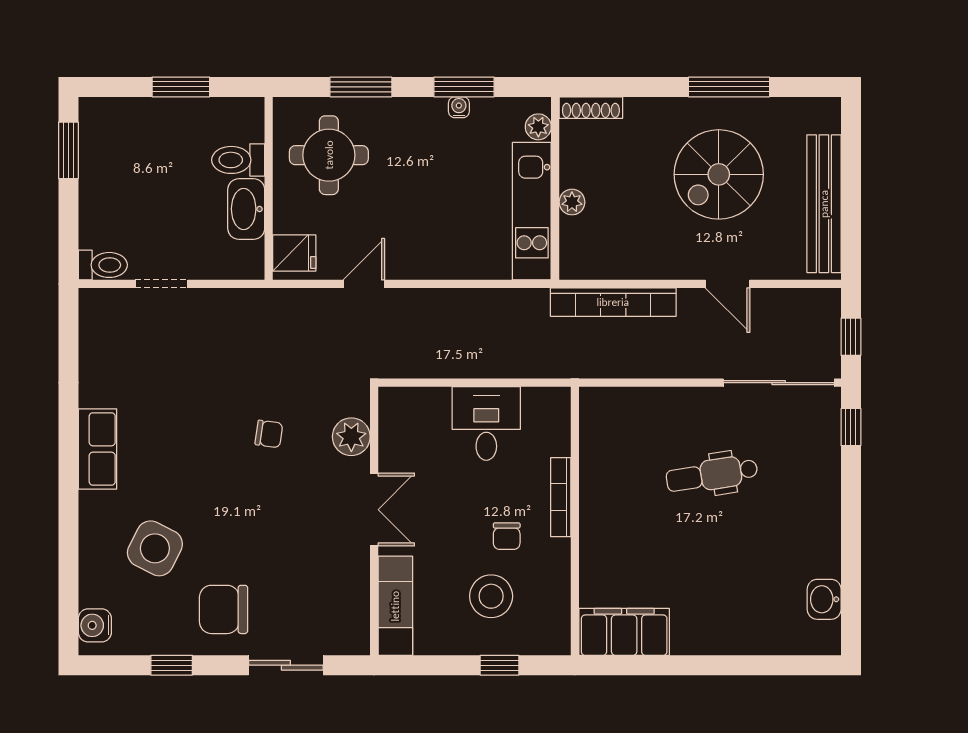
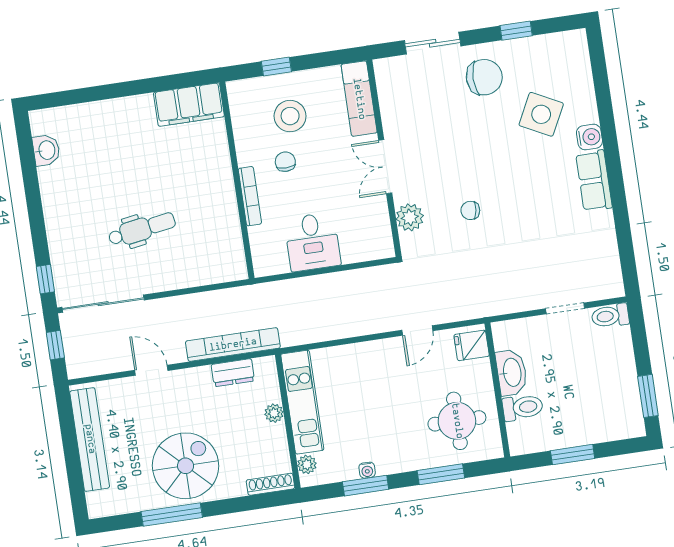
spiral stairs: (719, 174) -> (186, 466), moved
dresser: (619, 264) -> (233, 373), added
water cooler: (95, 625) -> (589, 137), moved

